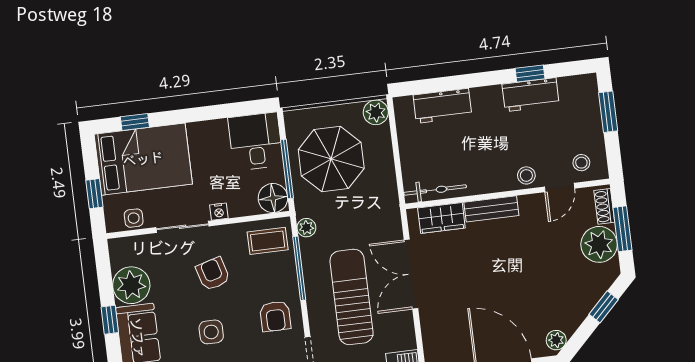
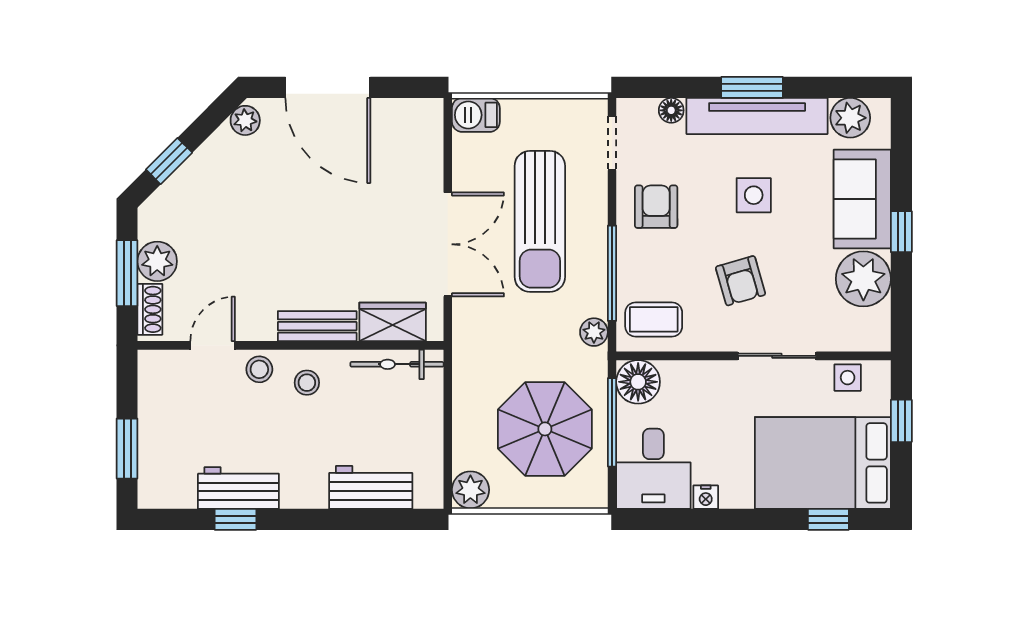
stool: (581, 163) -> (307, 383), moved
nightstand: (219, 212) -> (706, 497), moved, turned 180
plant: (599, 244) -> (157, 261), width x0.73, depth x0.73

